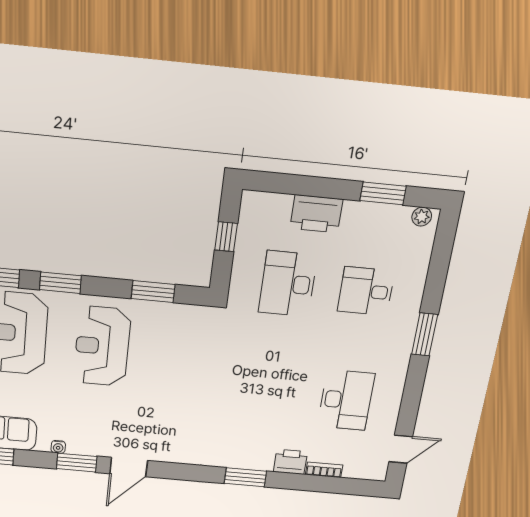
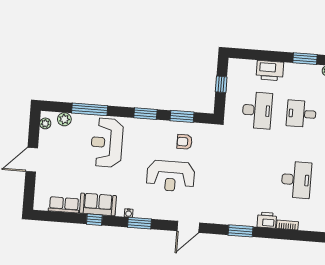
window: (60, 283) -> (145, 114), moved
desk: (288, 284) -> (257, 110), turned 180
armchair: (156, 335) -> (184, 142), added
reception desk: (102, 346) -> (171, 176), moved, turned -90
door: (129, 467) -> (188, 227), moved

